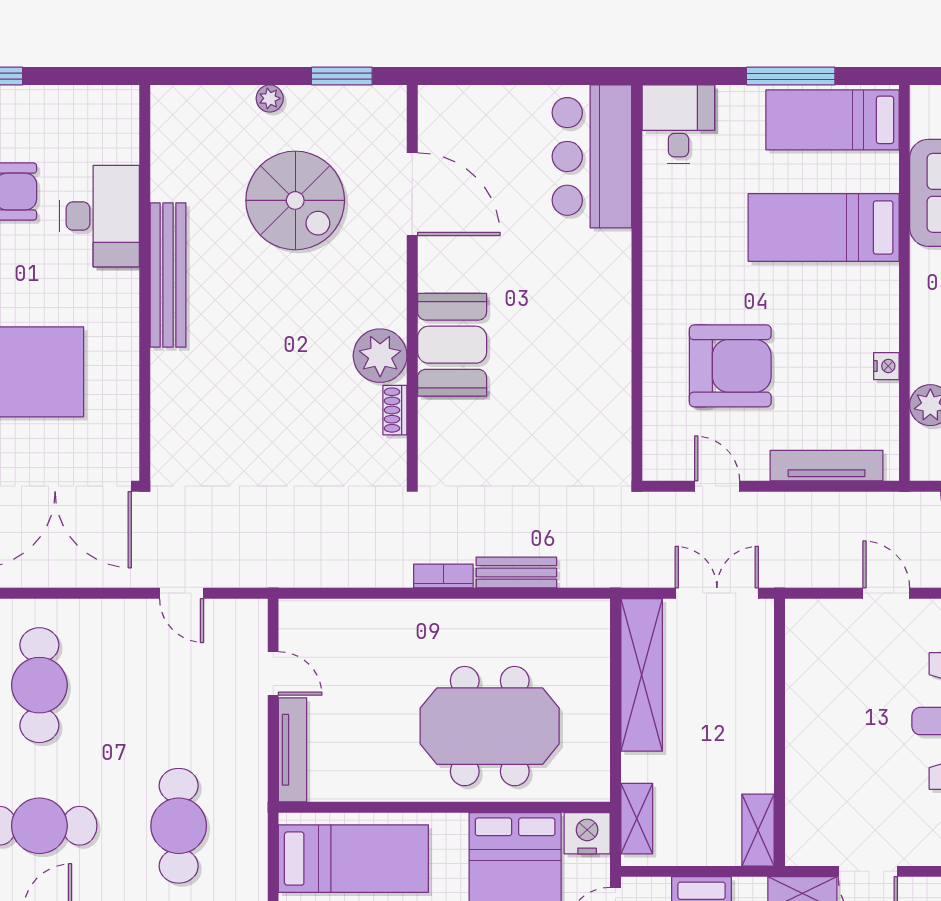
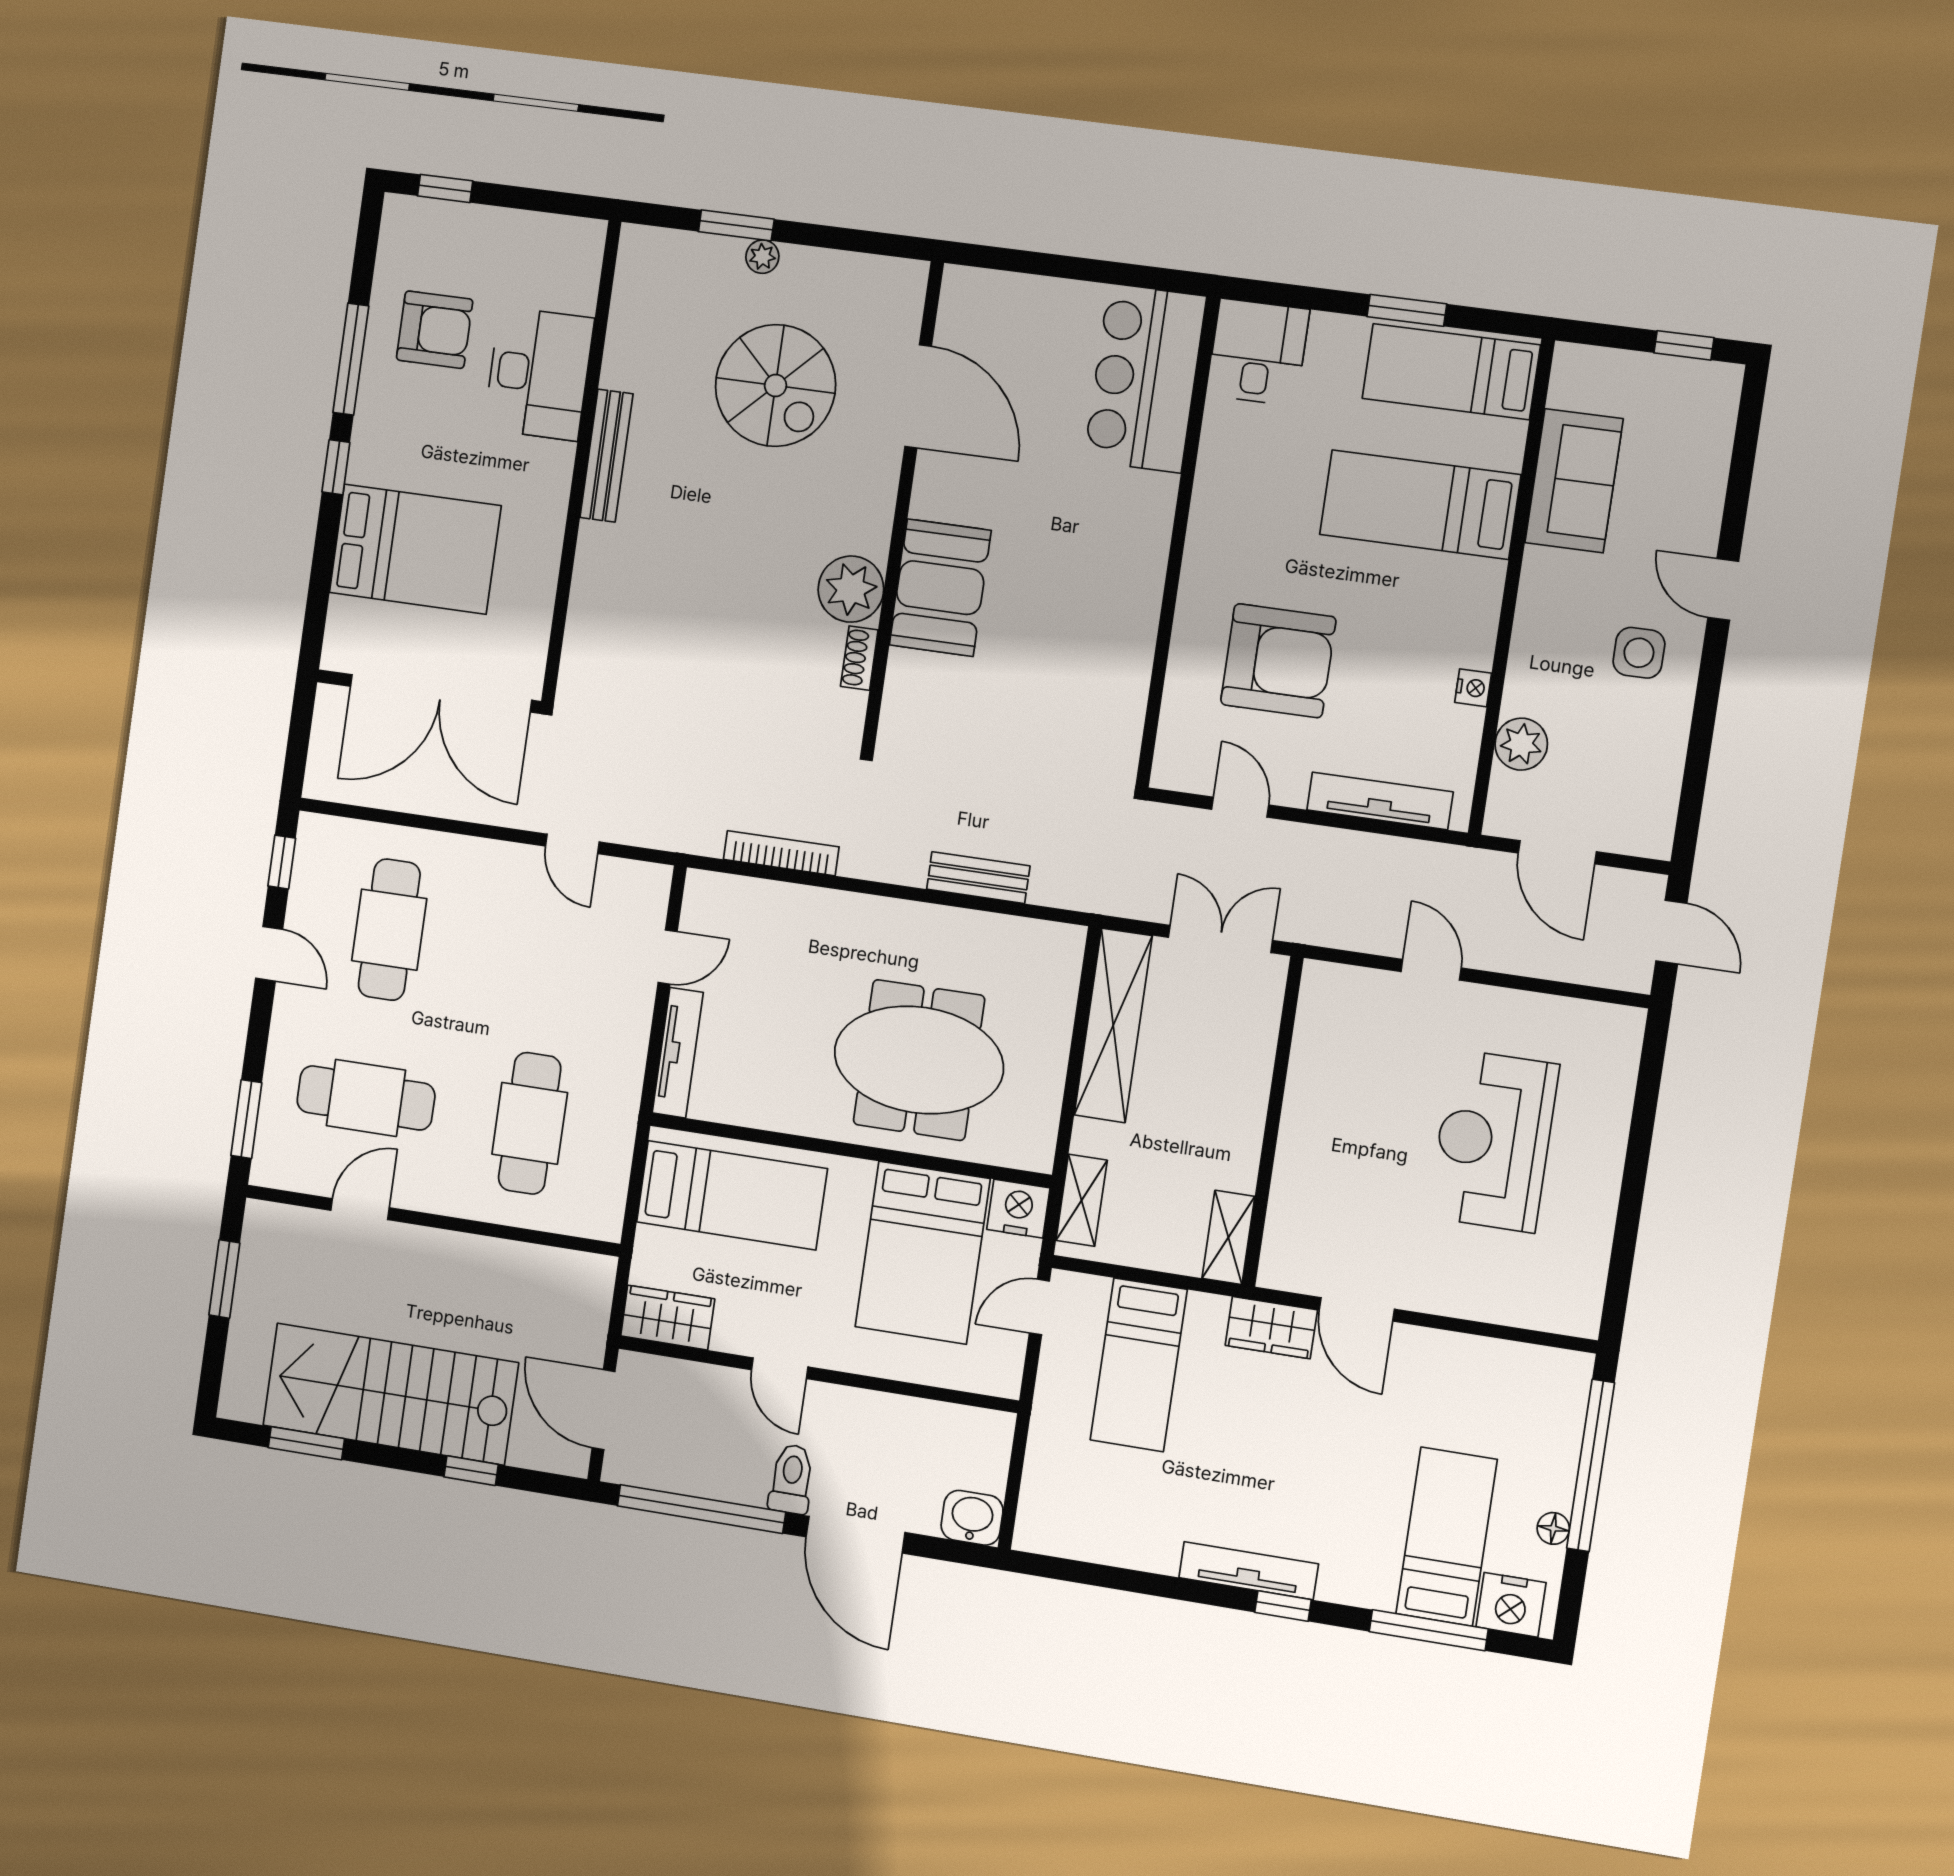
window: (342, 76) -> (736, 225), moved
window: (791, 76) -> (1407, 310), width x0.69
bench: (168, 275) -> (606, 456), width x0.73, depth x0.82
bookcase: (443, 576) -> (781, 853), moved, width x1.56
door: (273, 673) -> (668, 957), hinge flipped

